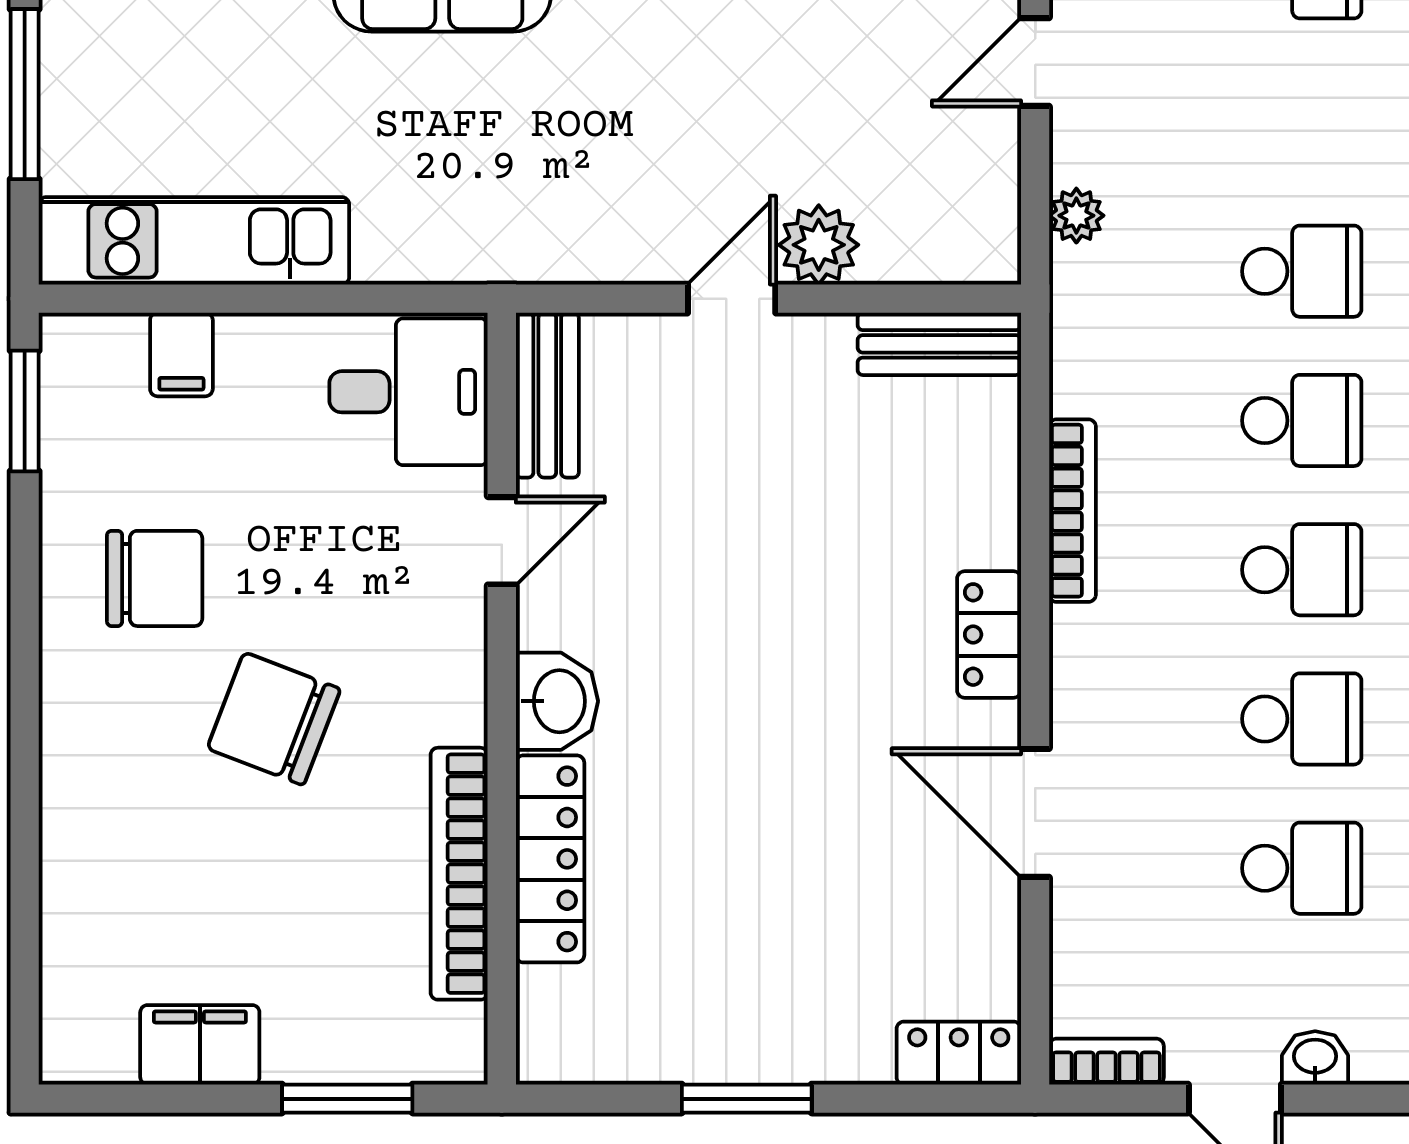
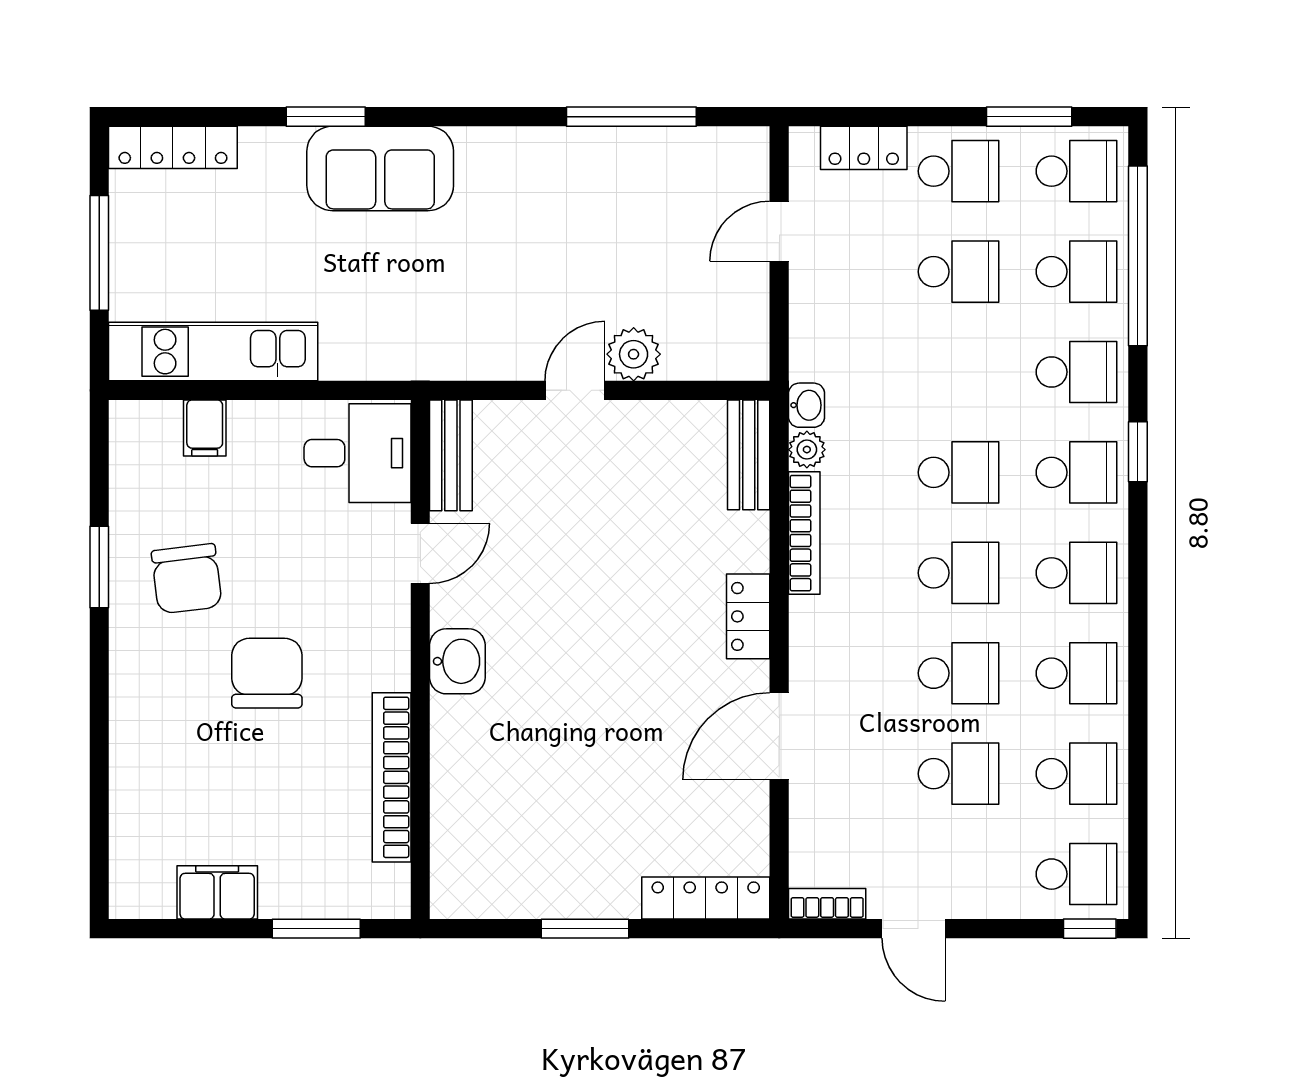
plant: (1076, 216) -> (807, 450), moved
school desk: (1302, 271) -> (958, 272), moved
bench: (939, 344) -> (749, 455), moved, turned 90
window: (25, 411) -> (99, 567), moved
chair: (155, 578) -> (187, 579), turned 83
chair: (274, 719) -> (267, 673), turned 69
door: (1035, 813) -> (779, 736), hinge flipped
locker: (550, 859) -> (453, 767), removed
locker: (959, 1053) -> (706, 898), width x1.53
washbasin: (1315, 1058) -> (806, 405), moved, turned 90

